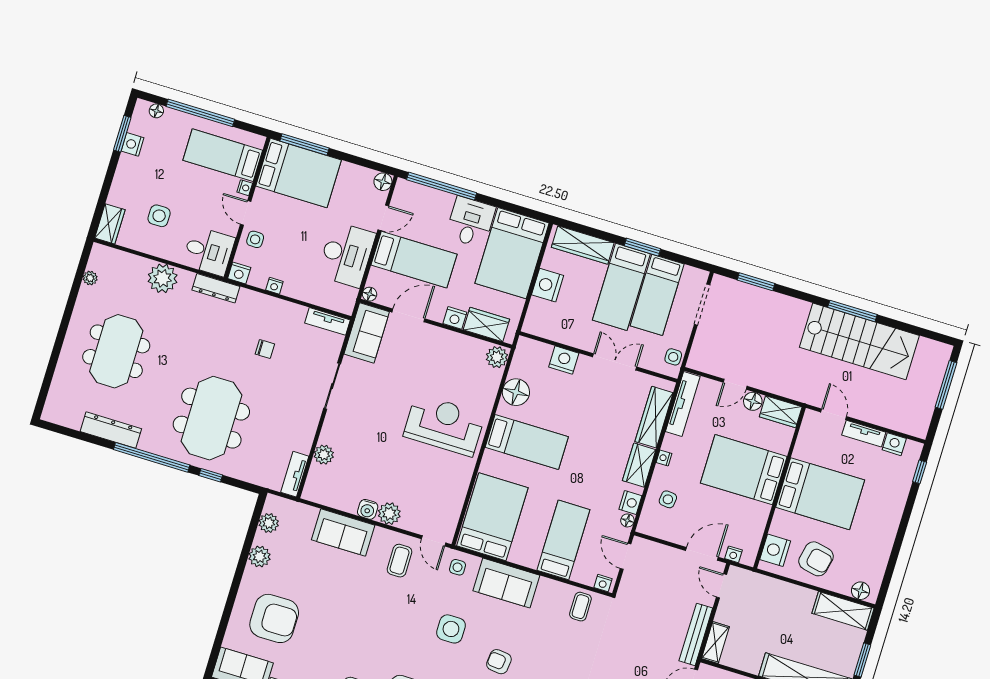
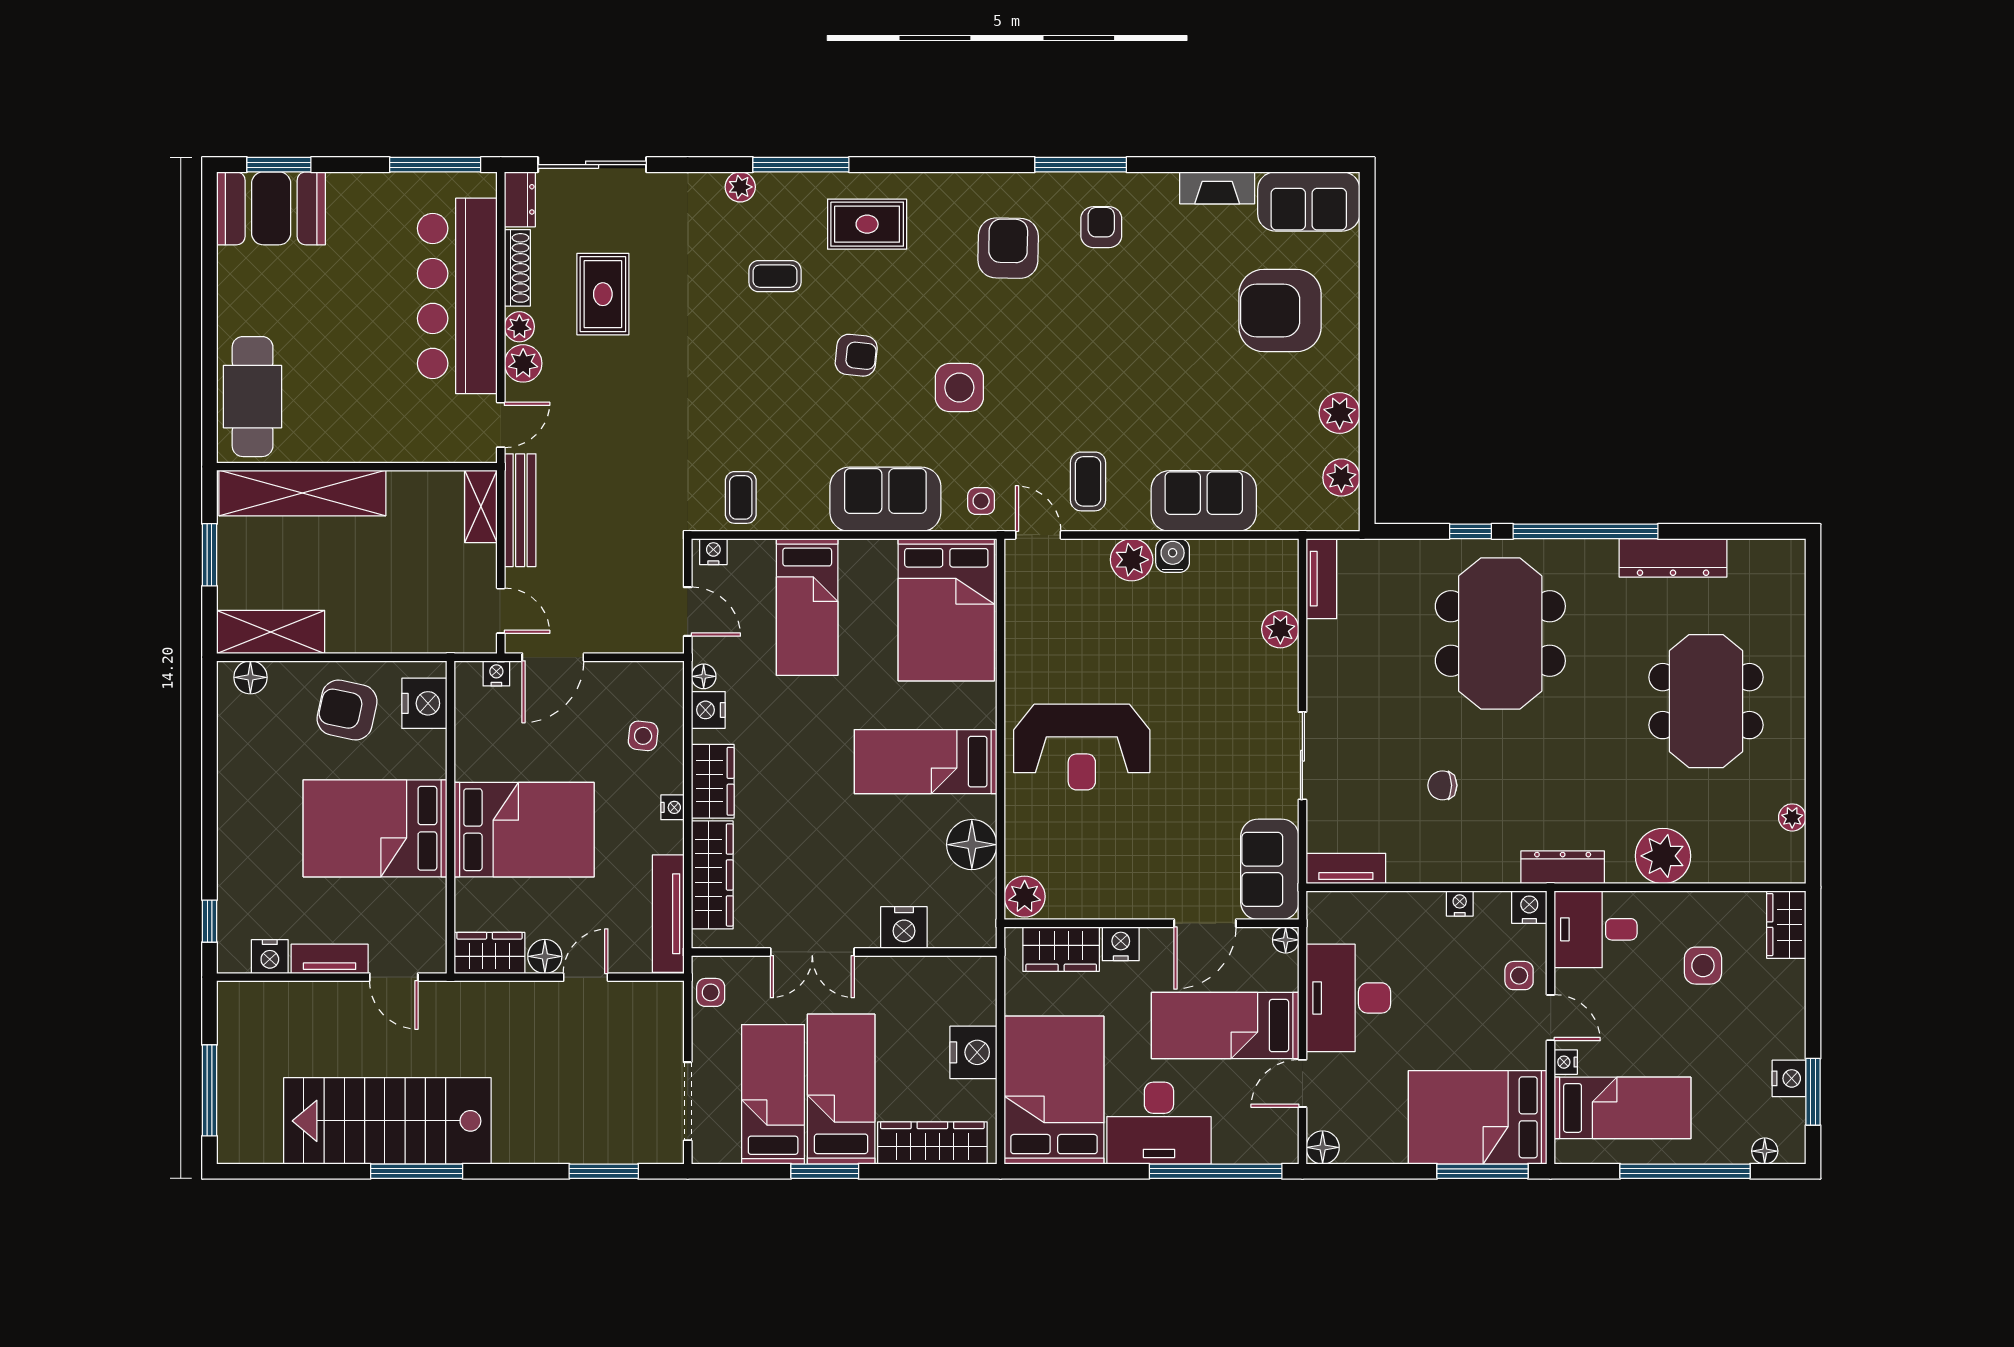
desk: (471, 222) -> (1159, 1123), width x1.37

